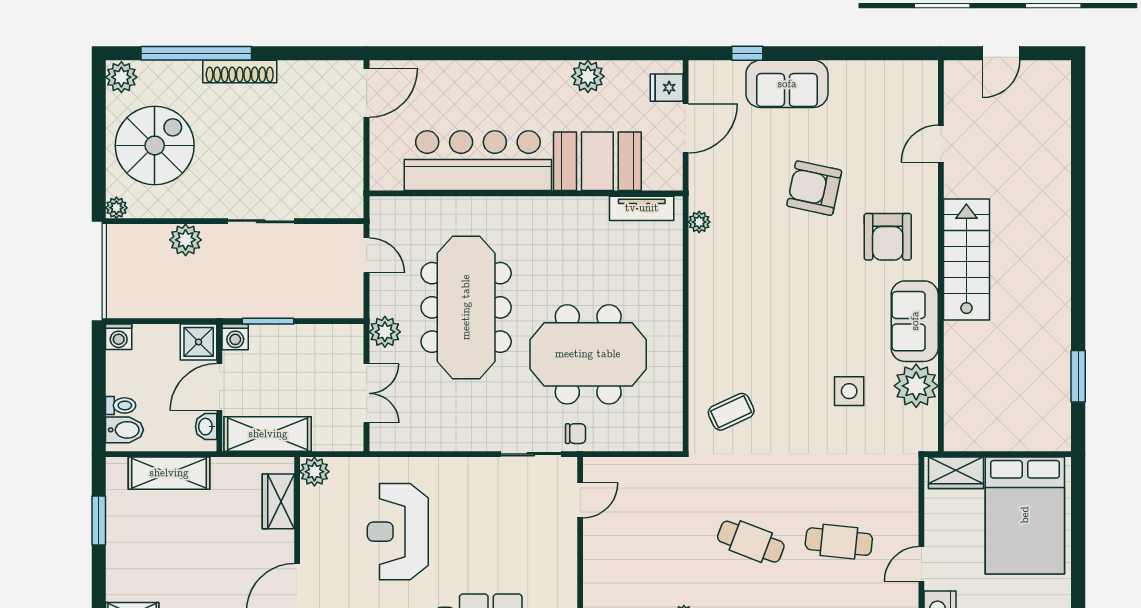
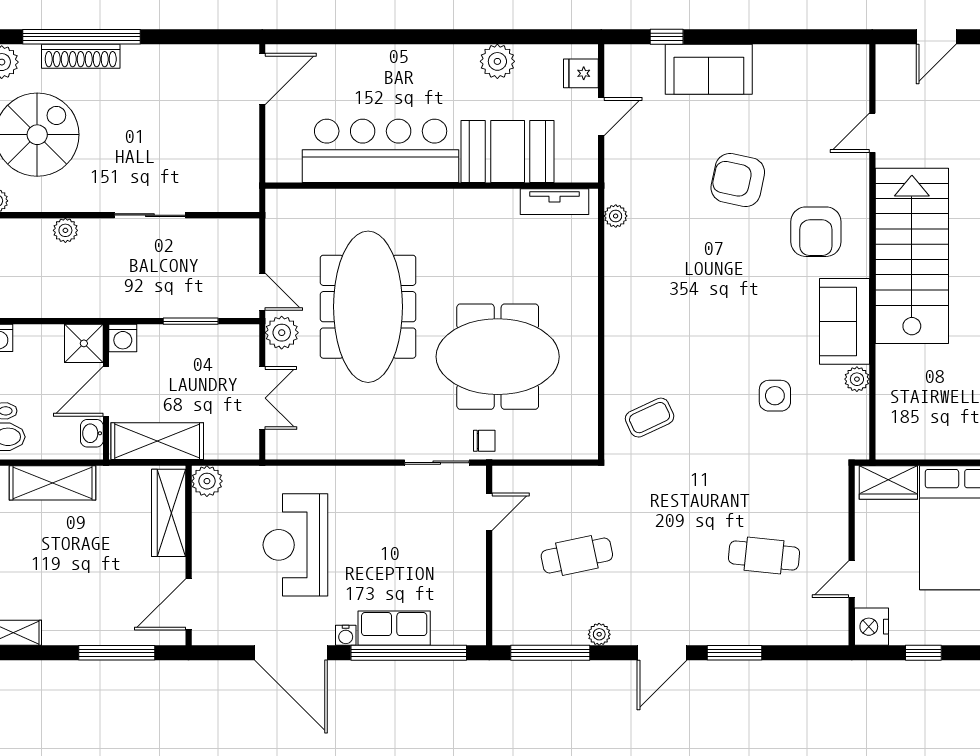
shoe rack: (240, 72) -> (81, 56), moved
door: (686, 128) -> (601, 117), width x0.73
plant: (186, 240) -> (65, 230), width x0.73, depth x0.73
door: (367, 255) -> (262, 292), moved
stairs: (966, 260) -> (912, 256), width x1.36, depth x1.51
window: (268, 321) -> (191, 321), moved
plant: (916, 386) -> (857, 379), width x0.53, depth x0.53
wardrobe: (278, 501) -> (169, 513), width x1.50
cafe table: (751, 542) -> (577, 555), moved, turned -33

